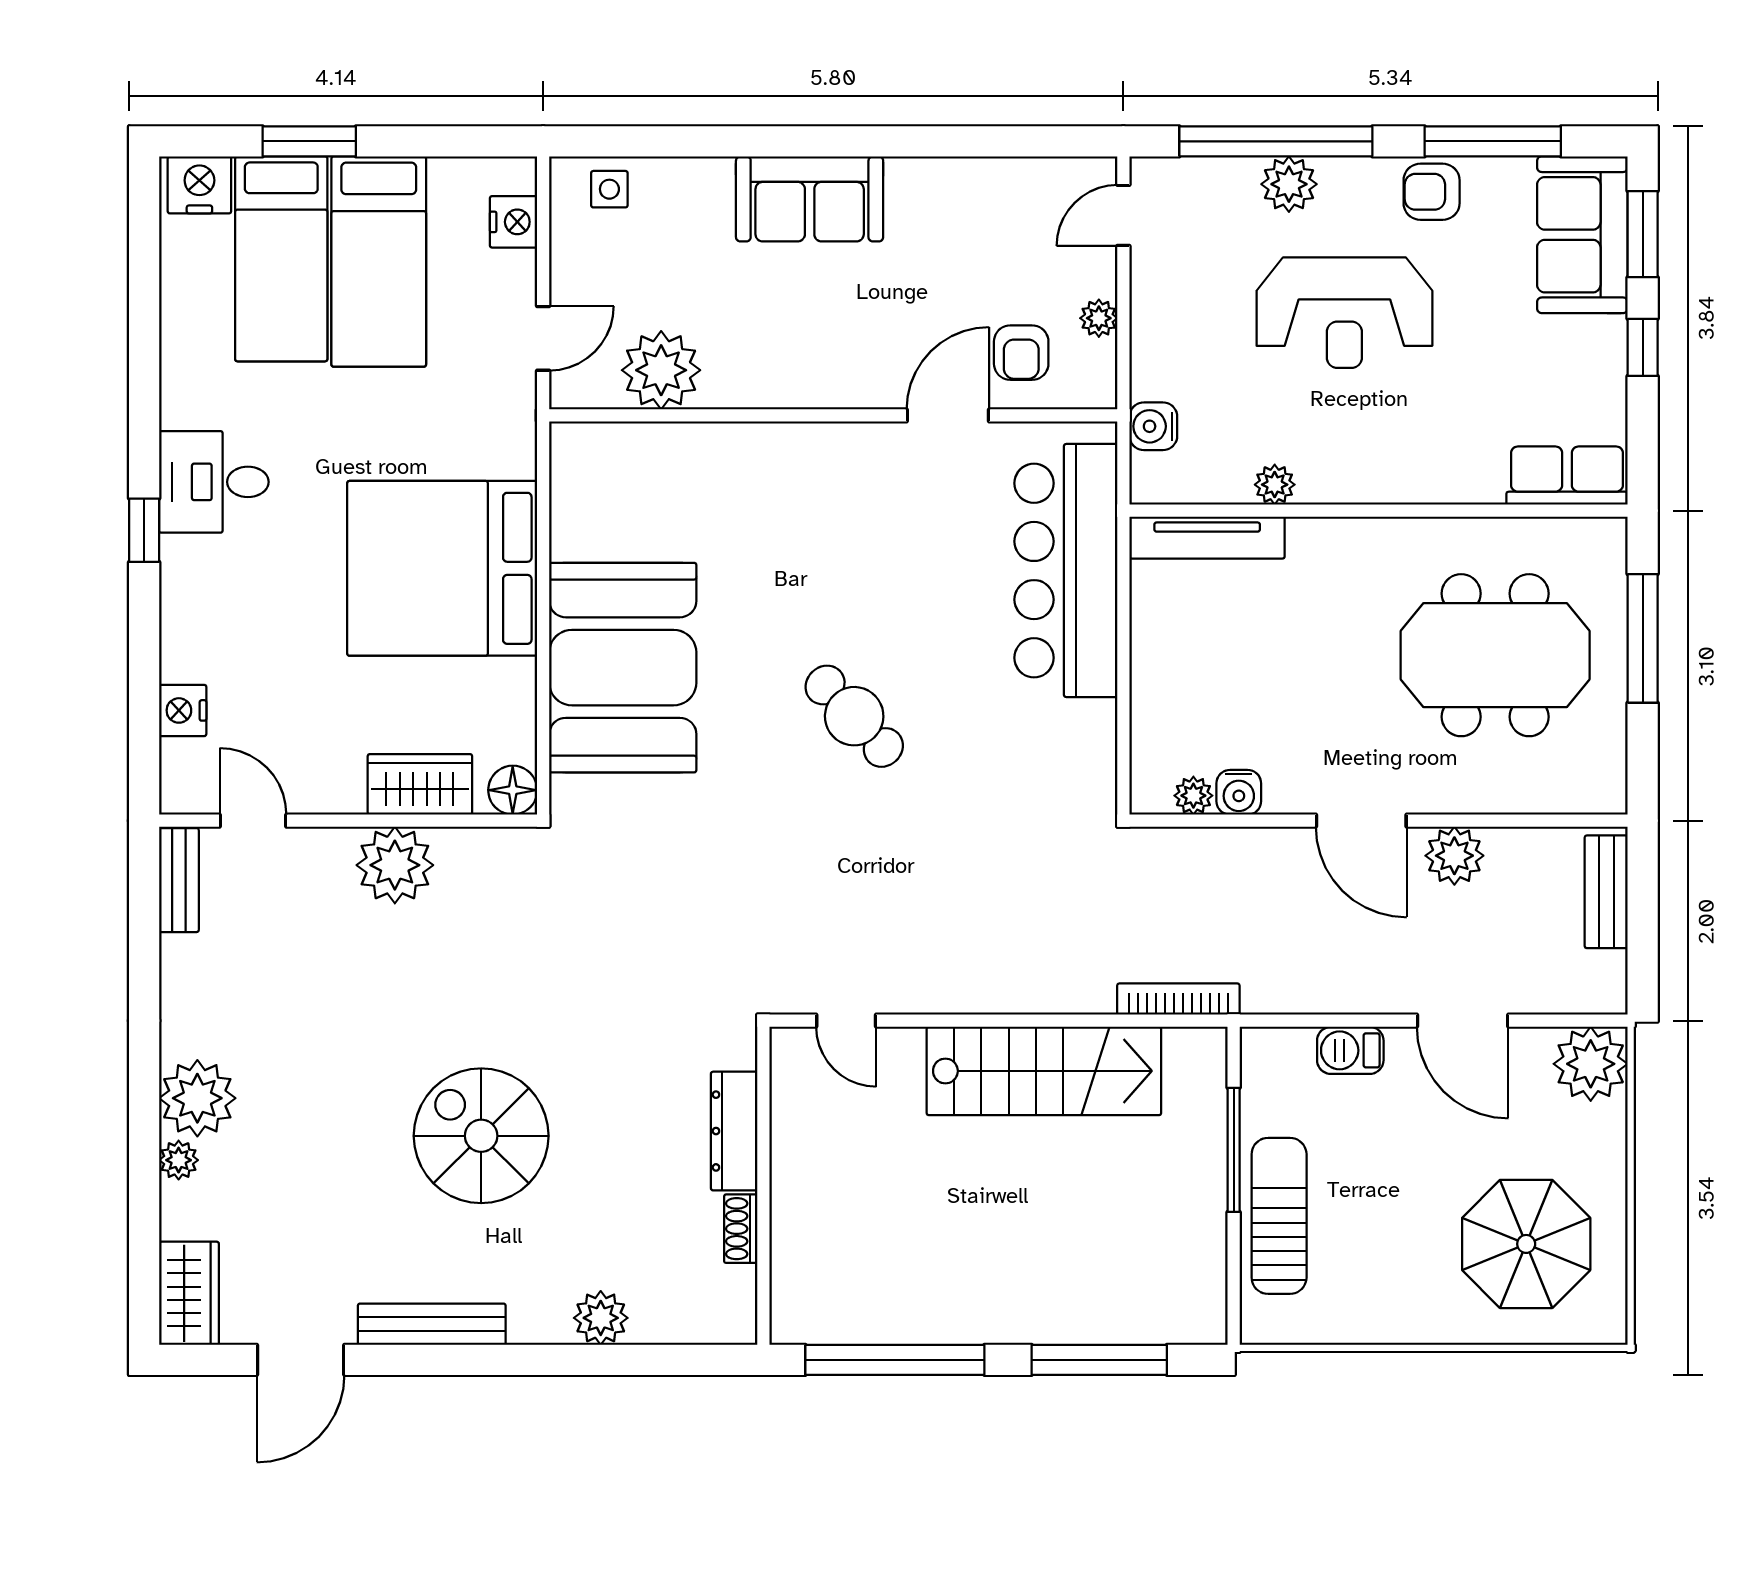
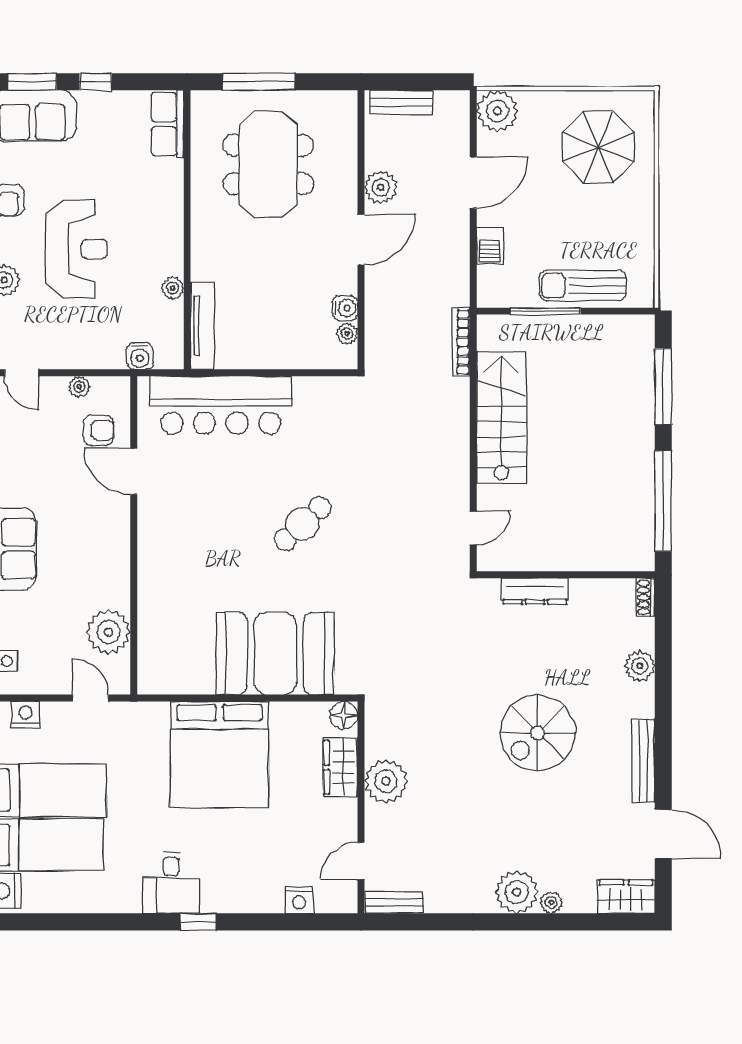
shoe rack: (741, 1229) -> (646, 597), moved, turned 90

